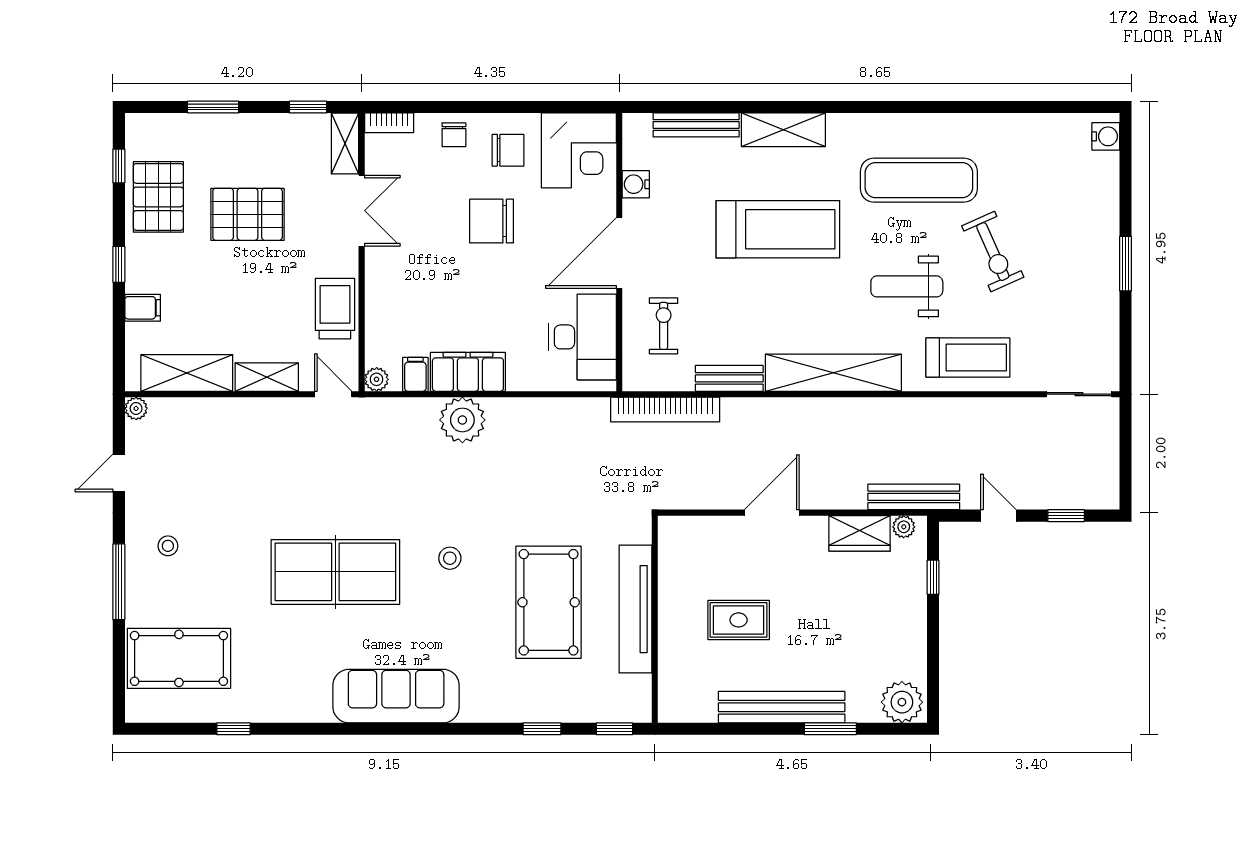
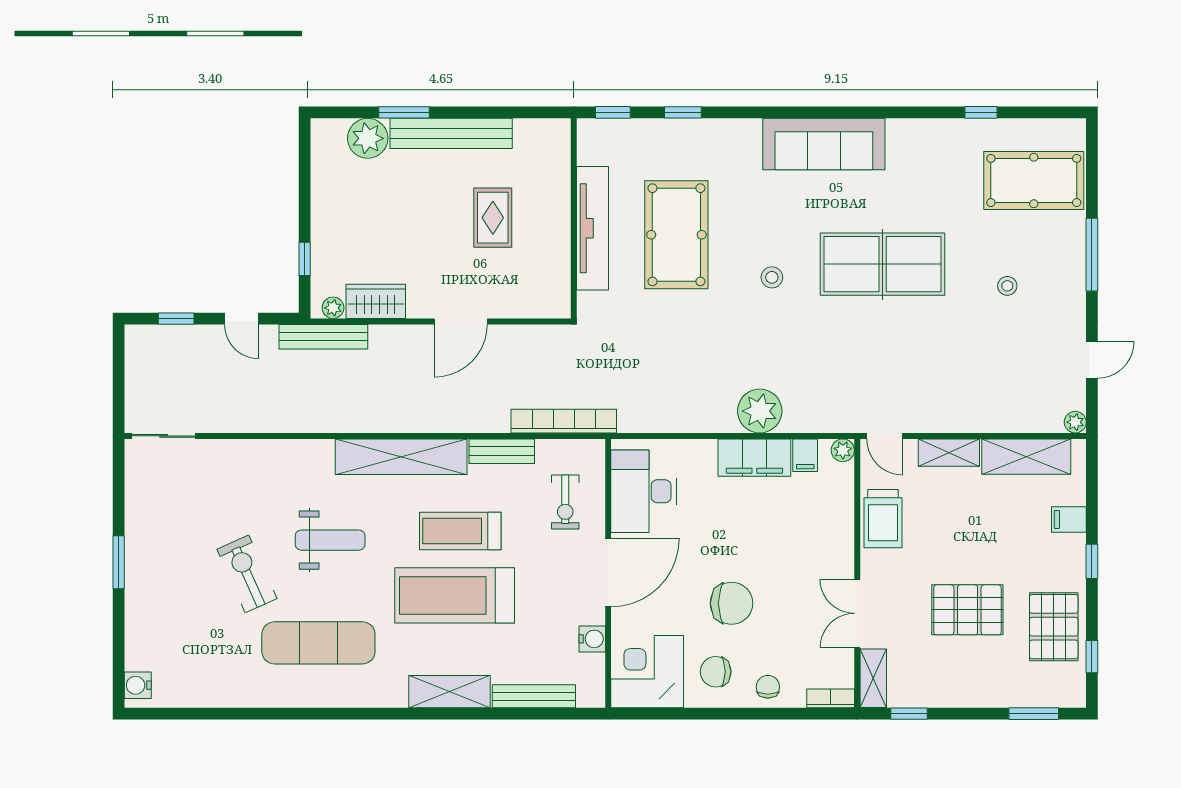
window: (213, 107) -> (1034, 714), moved
treadmill: (968, 357) -> (460, 531), moved
stool: (168, 546) -> (1007, 286), moved
rug: (739, 620) -> (493, 218), turned 90
plant: (902, 702) -> (368, 138), moved

